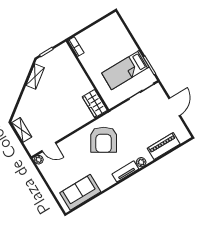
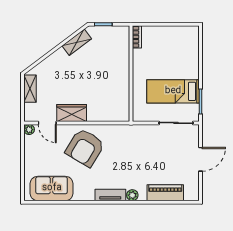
wardrobe: (95, 104) -> (72, 113), moved, turned 90
armchair: (104, 140) -> (85, 148), moved

